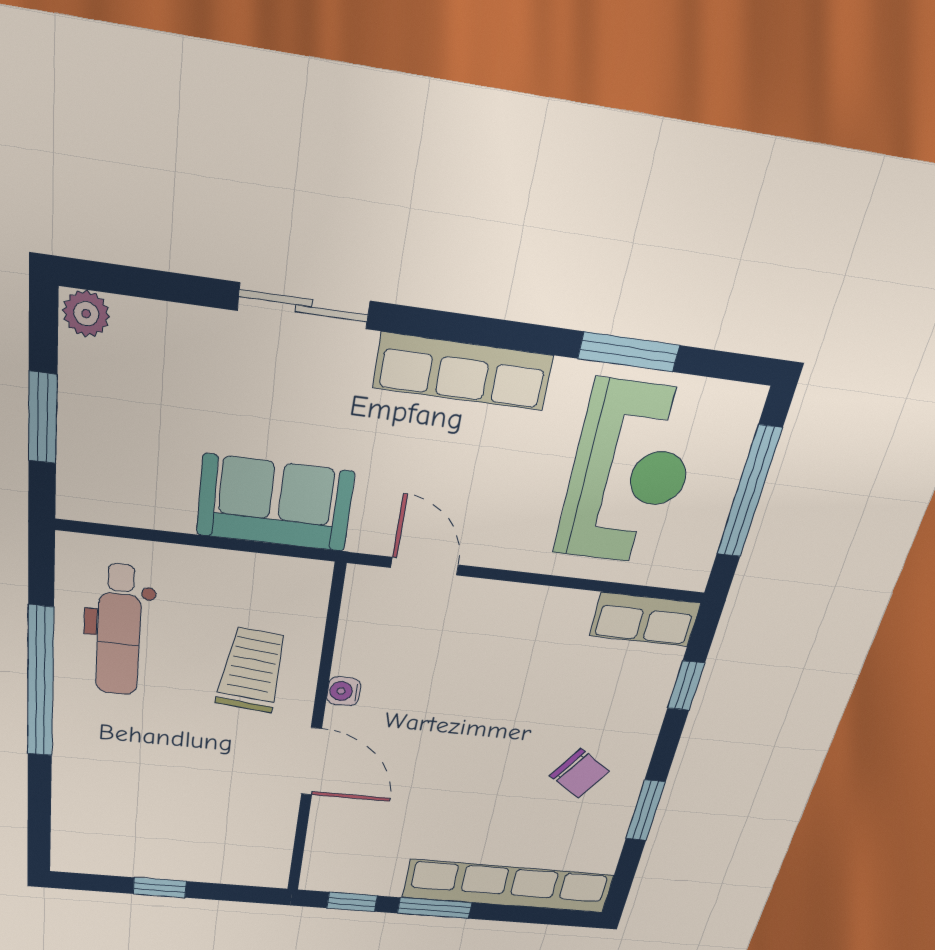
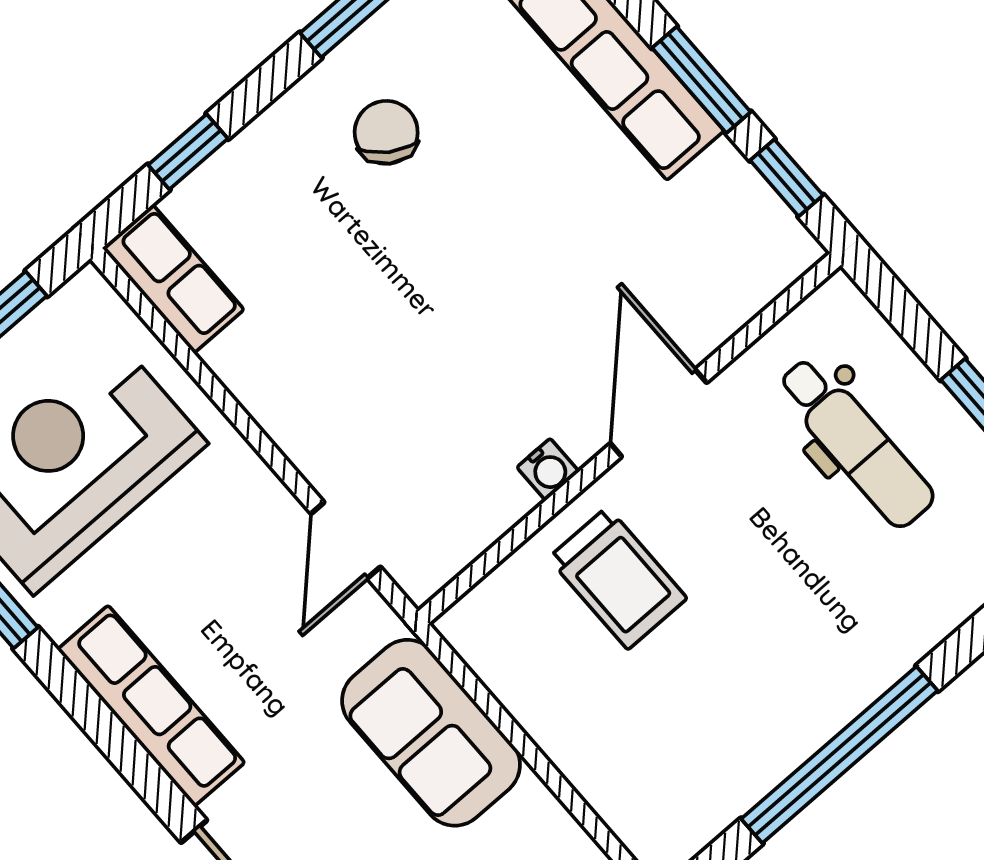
dental chair: (119, 631) -> (856, 442), moved, turned 90
trolley: (252, 670) -> (618, 578), turned -96

